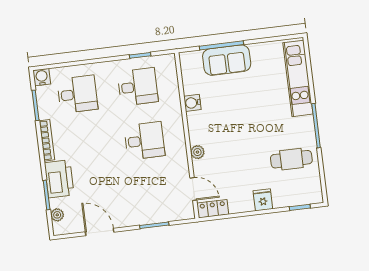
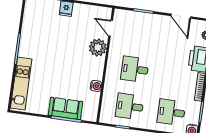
plant: (197, 152) -> (98, 48), width x1.87, depth x1.87
cafe table: (291, 159) -> (40, 31), removed
locker: (213, 209) -> (101, 12), removed

